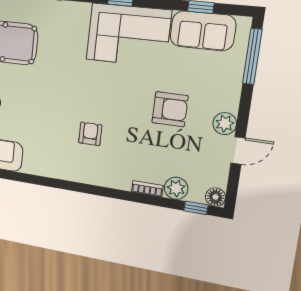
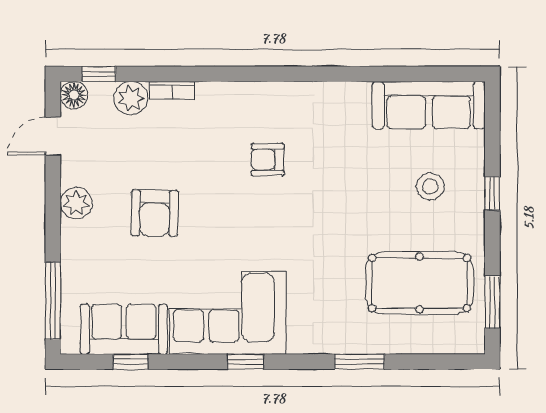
armchair: (170, 109) -> (155, 213), turned -89
armchair: (90, 134) -> (268, 160), turned 90
door: (238, 151) -> (53, 136), moved

